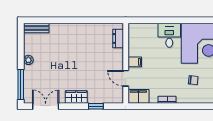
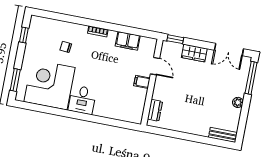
dresser: (118, 38) -> (155, 110), moved
filing cabinet: (135, 62) -> (142, 82), moved
wall: (126, 63) -> (152, 82), moved
door: (126, 78) -> (155, 66), moved

